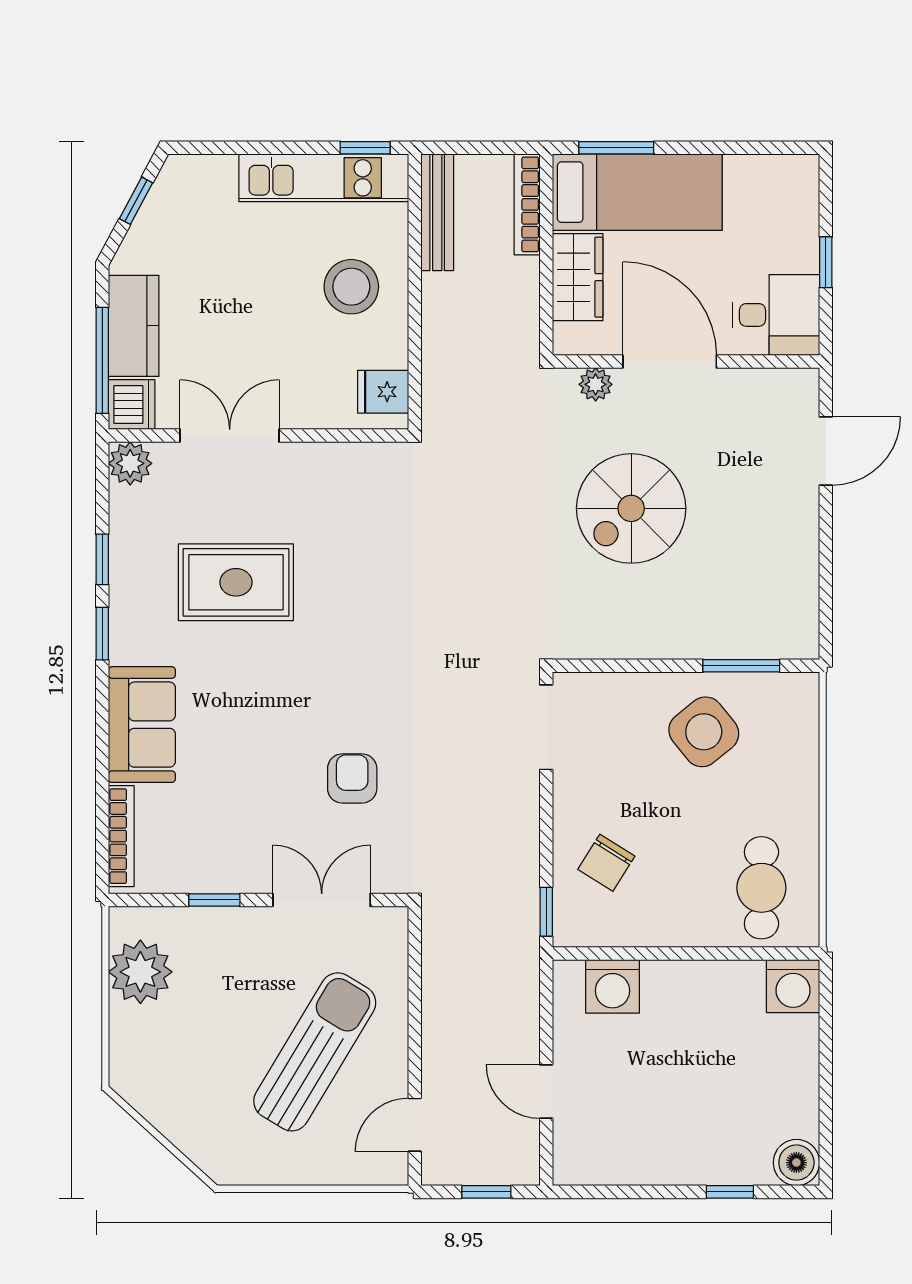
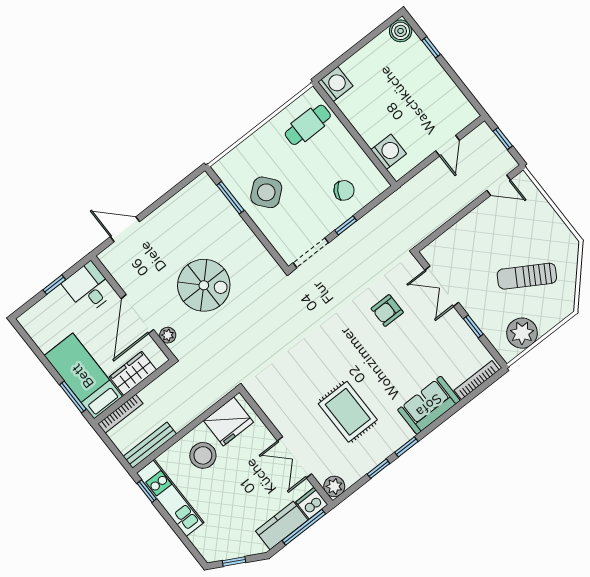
fridge: (383, 392) -> (228, 421), width x1.88, depth x1.34
window: (546, 912) -> (346, 225), moved
sun lounger: (315, 1052) -> (527, 276), moved, width x0.73, depth x0.75

